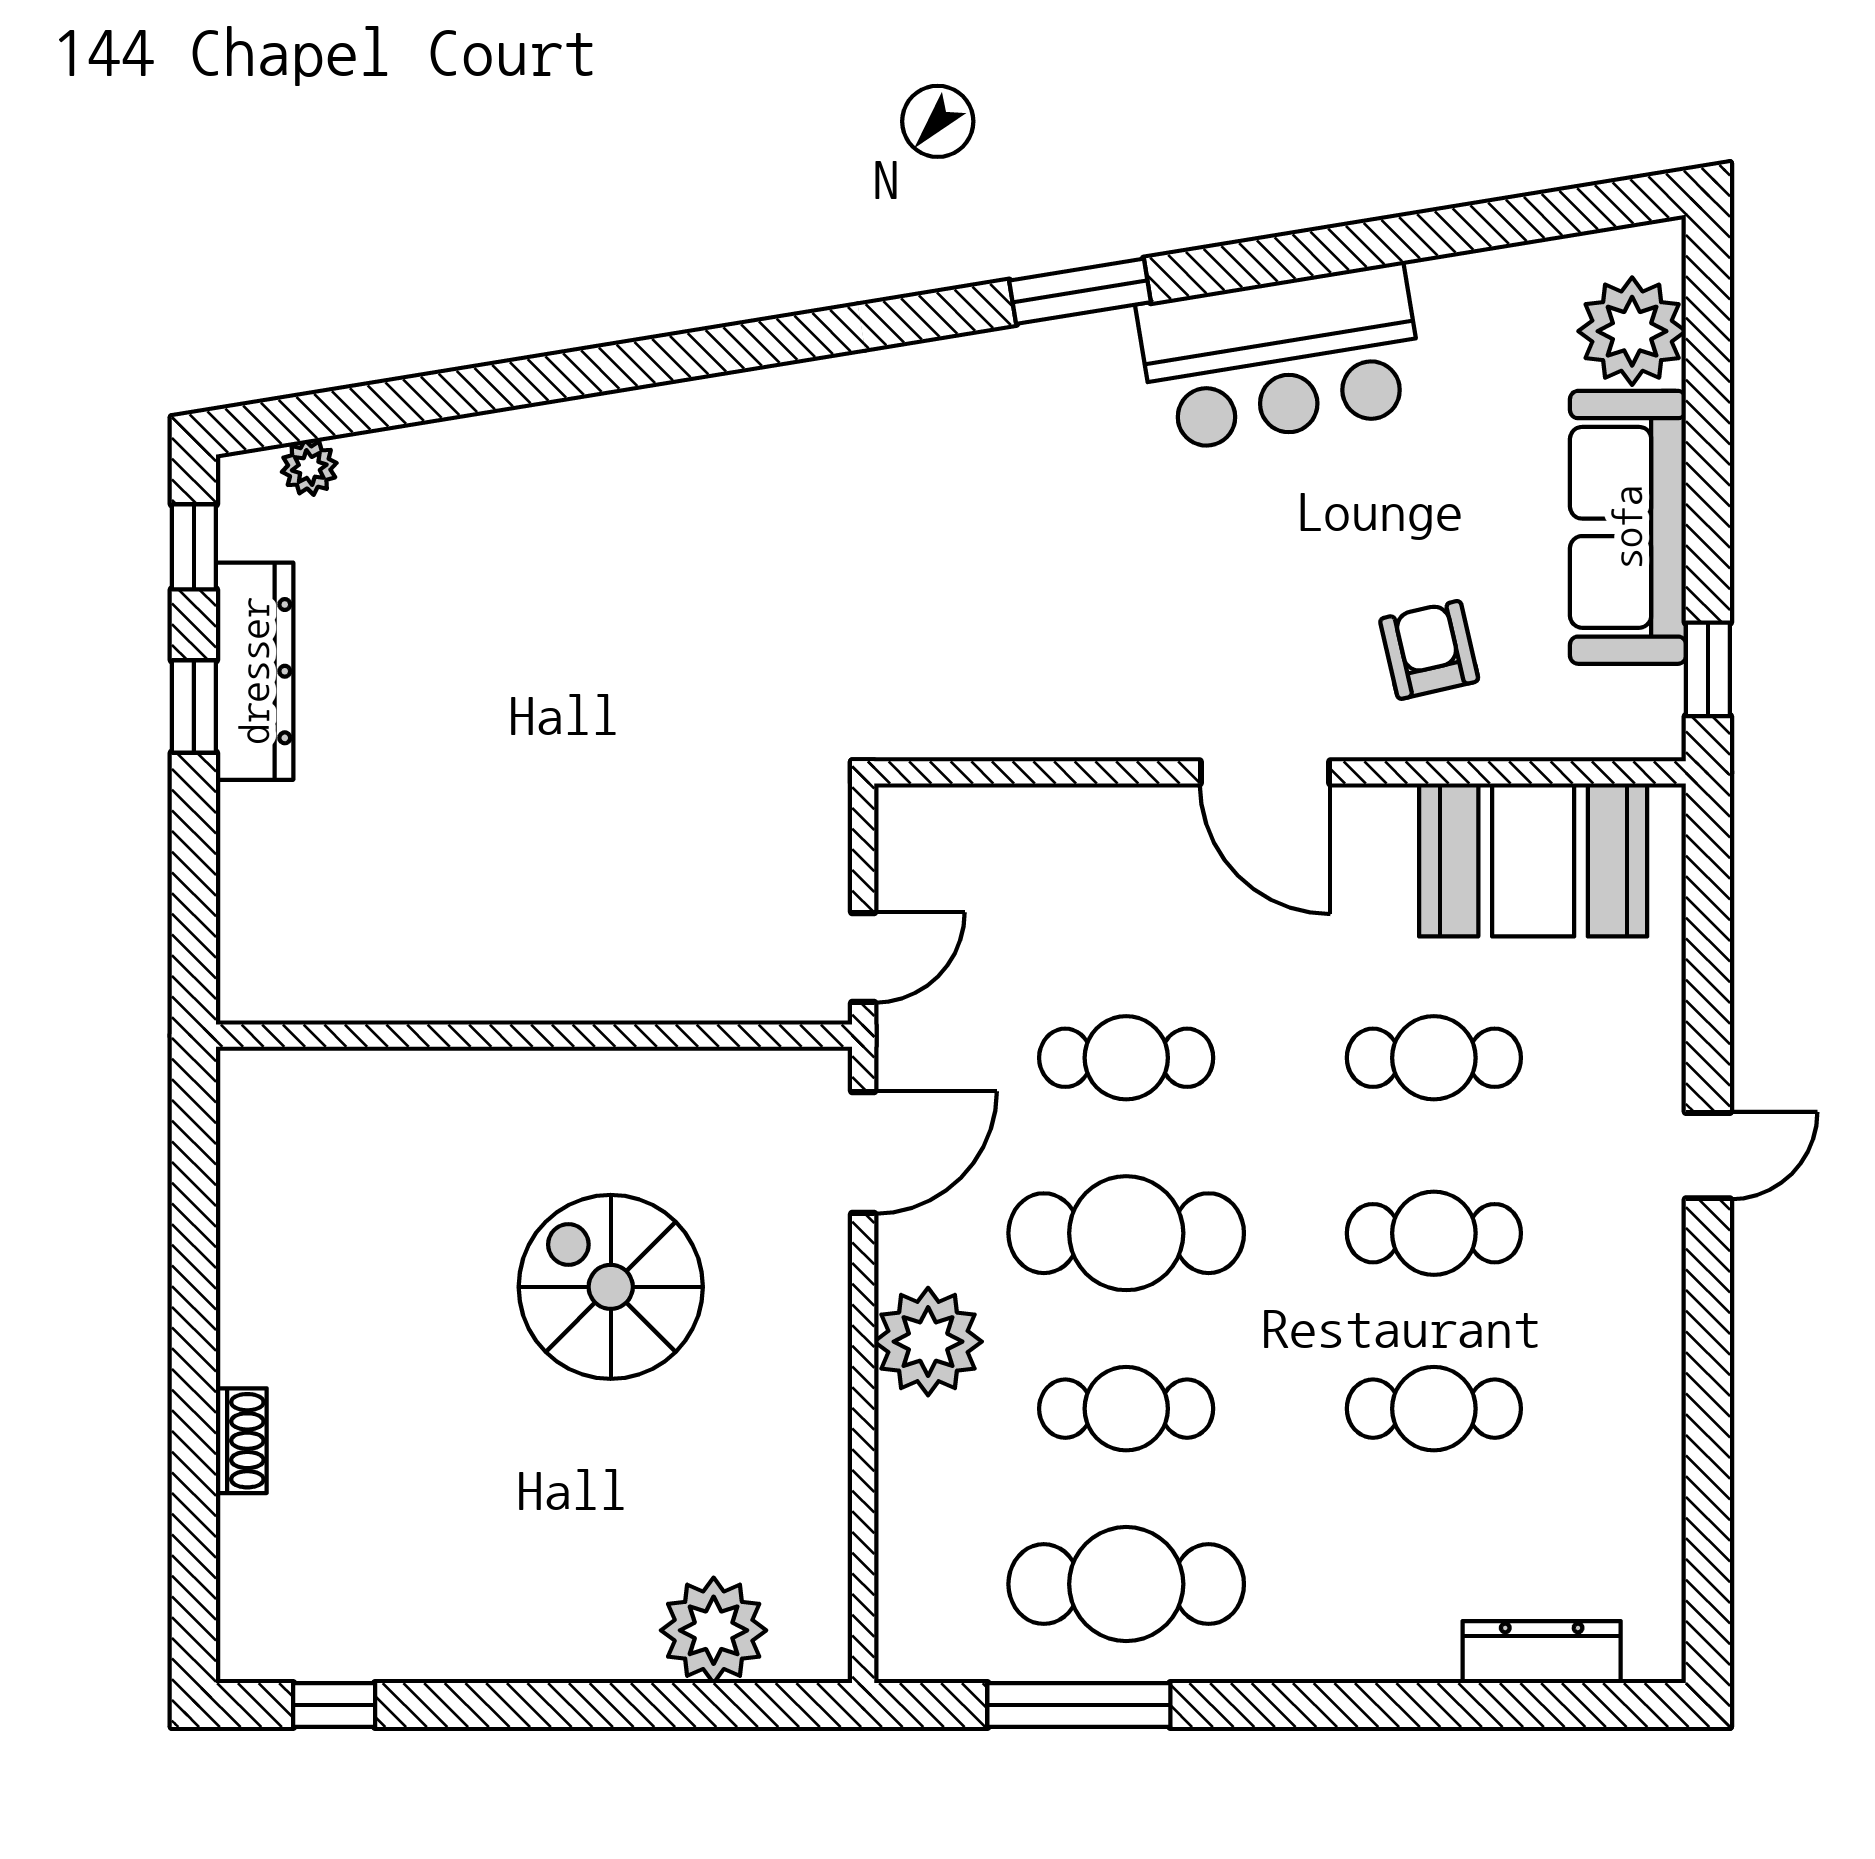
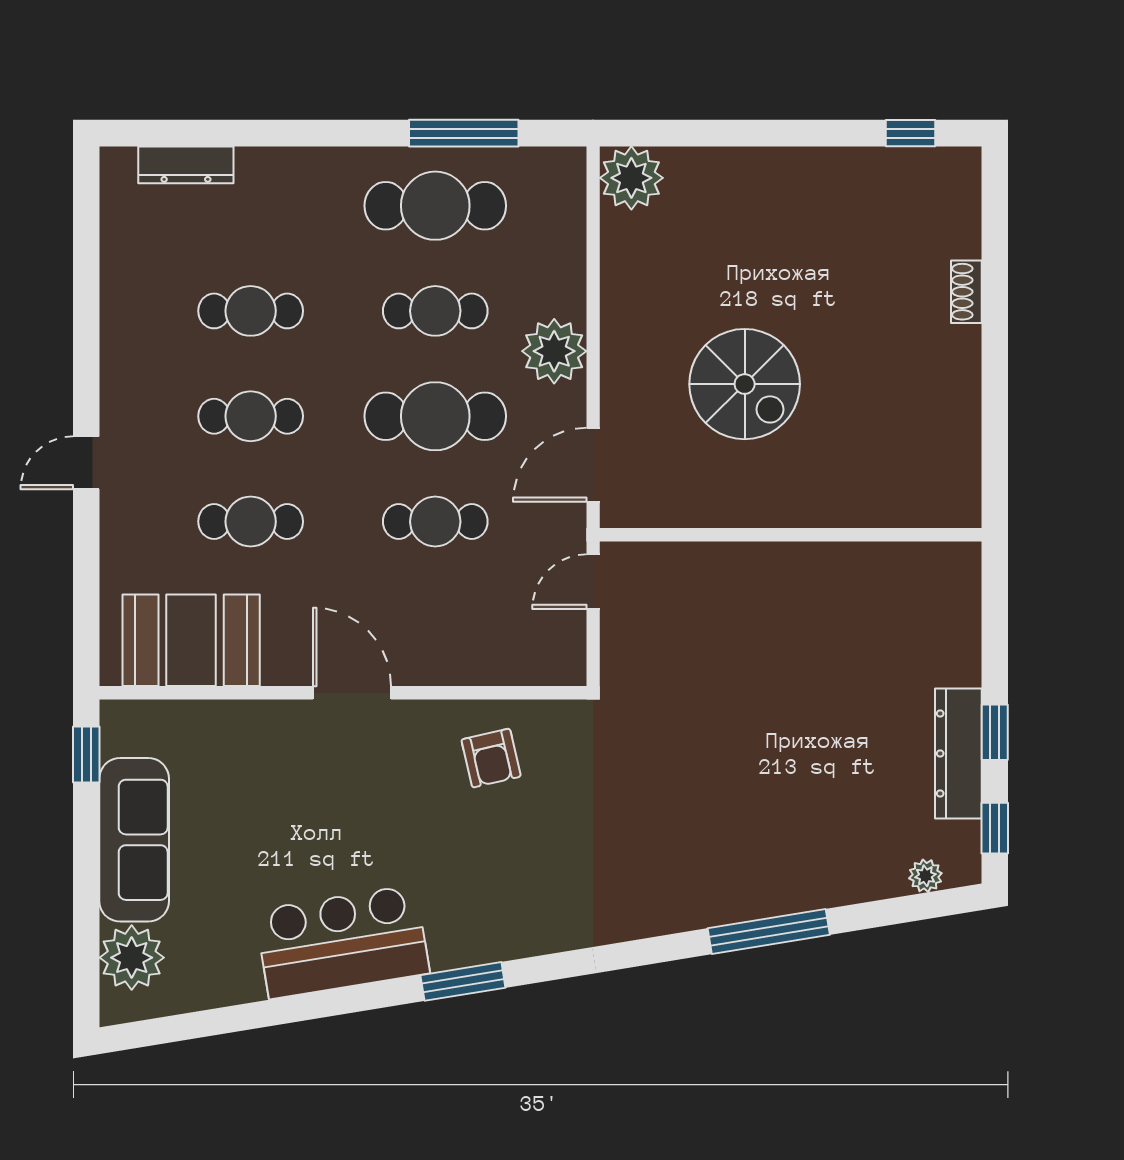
window: (570, 374) -> (769, 932), added
armchair: (1429, 650) -> (491, 758), moved
plant: (714, 1630) -> (631, 178), moved

